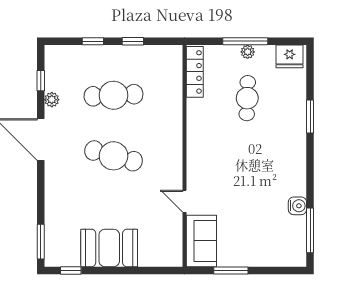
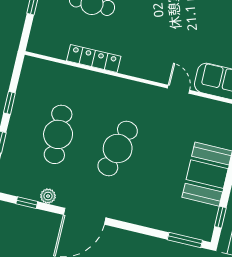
locker: (195, 72) -> (94, 59), moved
door: (184, 201) -> (179, 89), swing flipped

